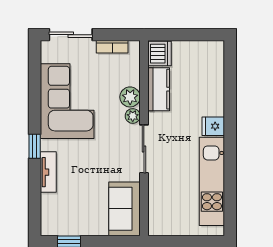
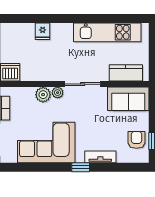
kitchen counter: (159, 89) -> (126, 73), moved
fridge: (213, 126) -> (43, 31), moved
armchair: (71, 220) -> (136, 140), added

